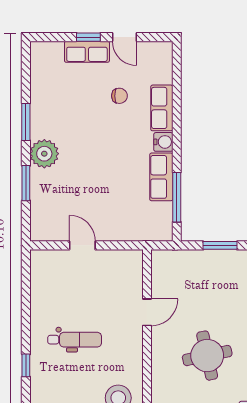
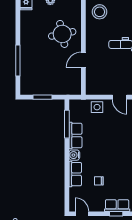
door: (124, 37) -> (82, 214), moved
side table: (123, 228) -> (97, 107), added
round table: (207, 356) -> (62, 34), moved

